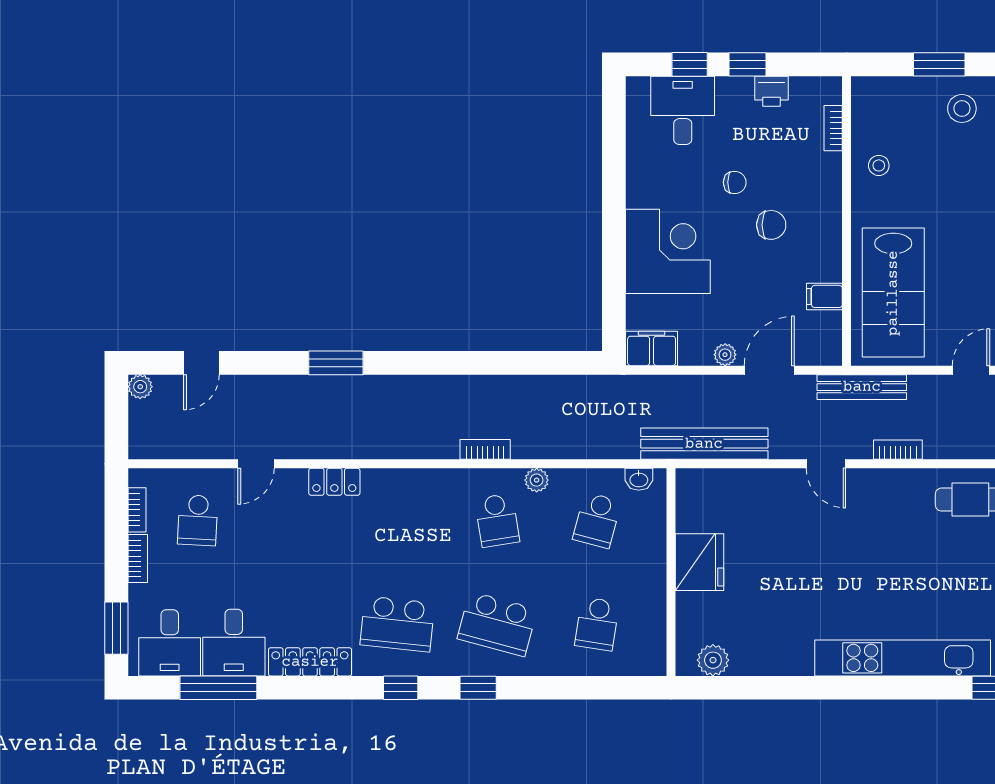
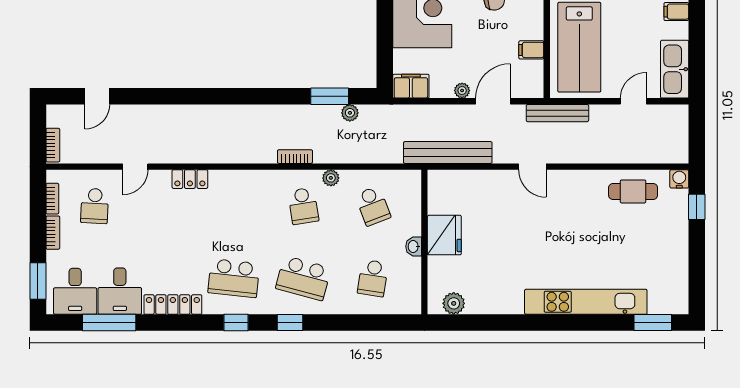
window: (336, 363) -> (330, 96), moved
plant: (140, 387) -> (350, 113), moved
bookcase: (898, 450) -> (53, 145), moved, turned 90
washbasin: (639, 479) -> (414, 246), moved, turned 90
school desk: (597, 520) -> (373, 206), turned -36

